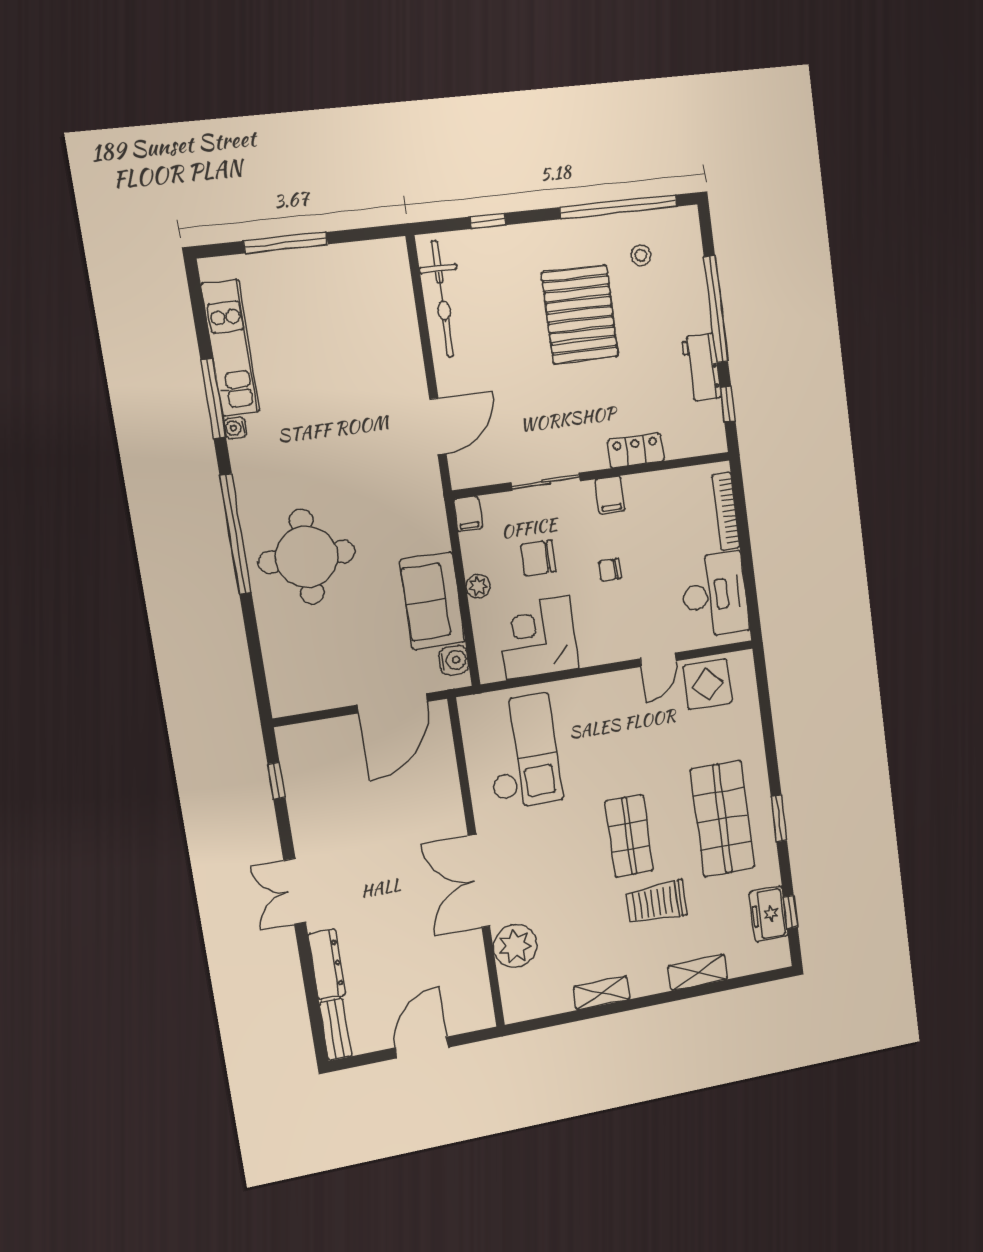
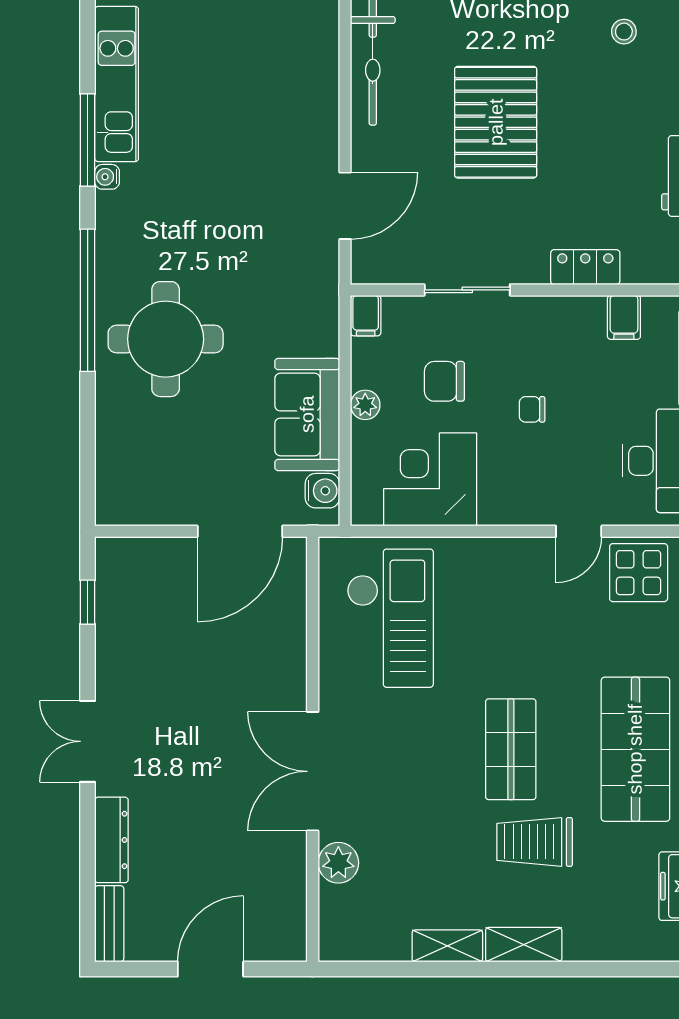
pallet: (580, 314) -> (496, 122), moved
filing cabinet: (610, 495) -> (624, 317), moved
plant: (515, 946) -> (338, 863), width x0.73, depth x0.73
shelving: (698, 972) -> (524, 945), moved

